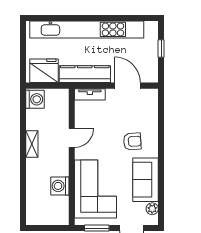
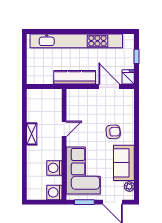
fridge: (44, 71) -> (128, 77), moved, width x0.53, depth x0.75
tv unit: (90, 94) -> (79, 94), removed
washing machine: (35, 99) -> (54, 192), moved, turned 180

